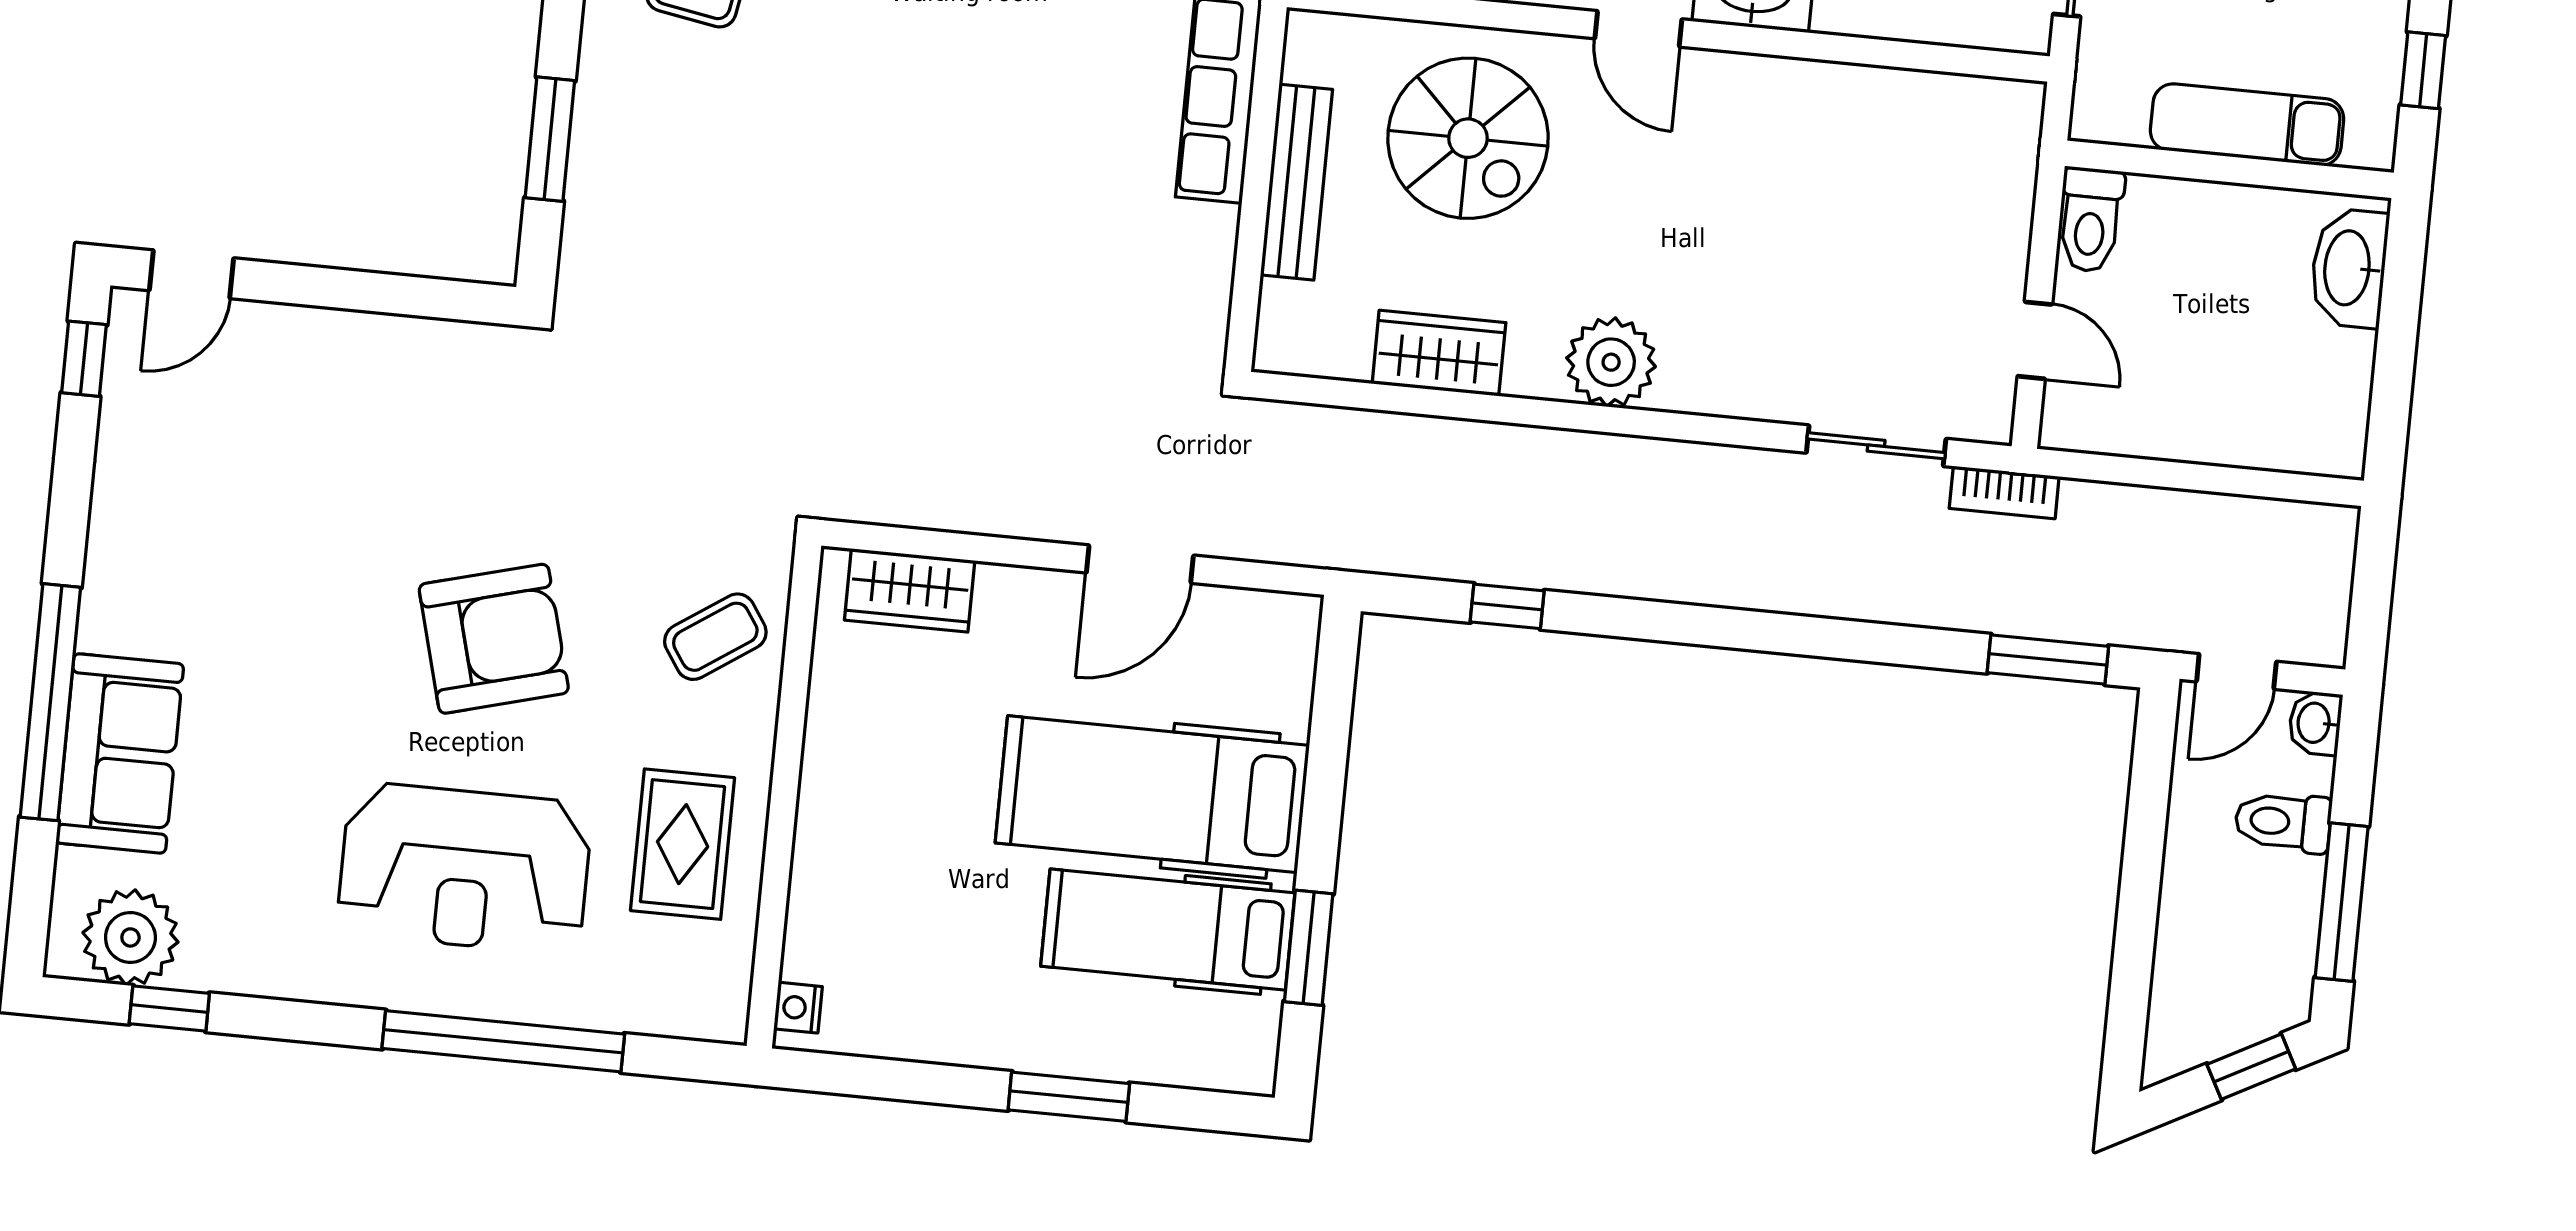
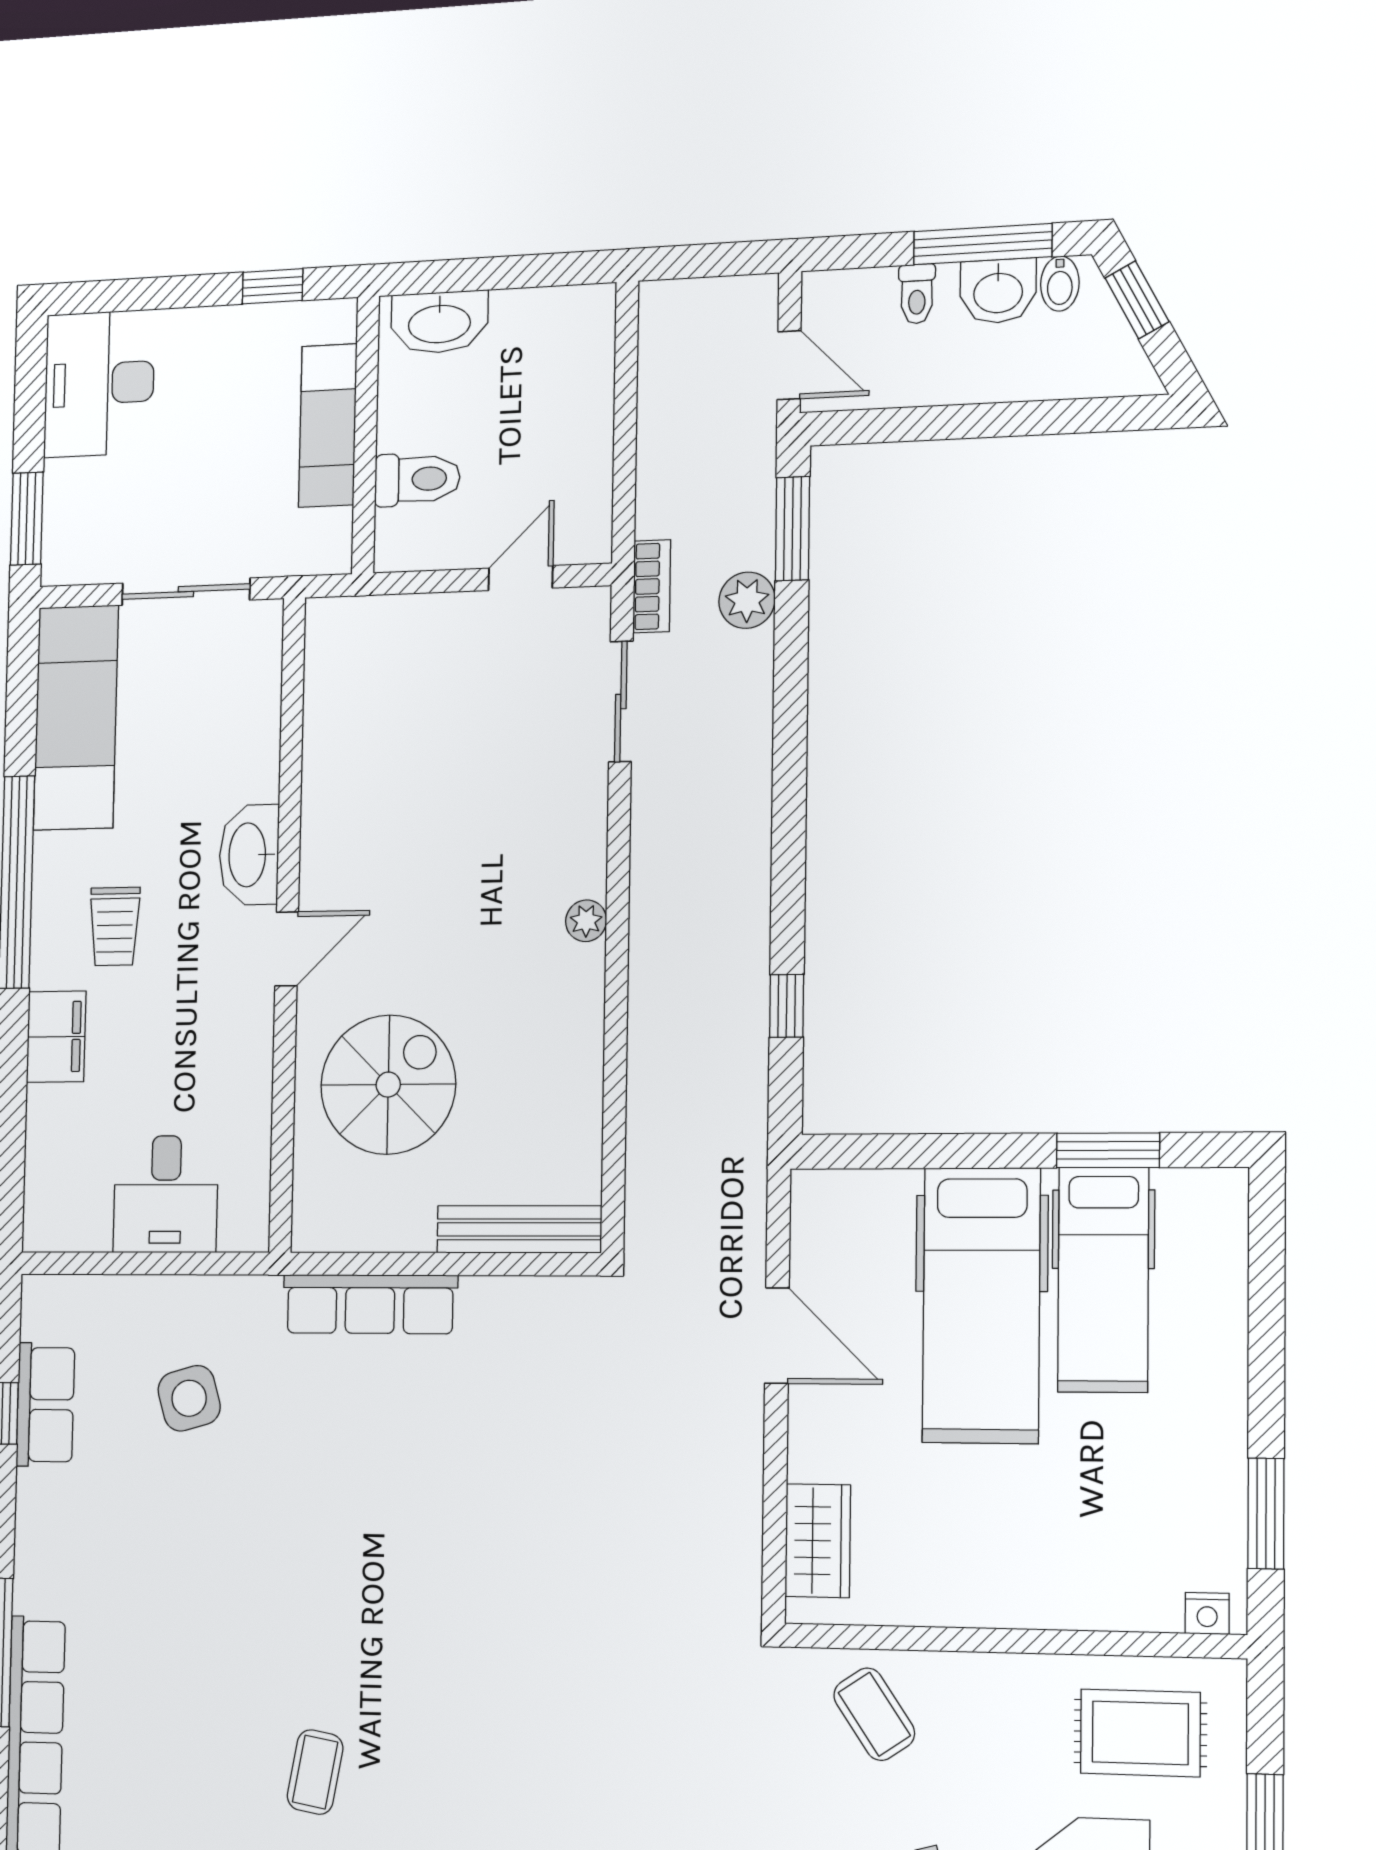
bench: (1296, 182) -> (519, 1229), moved
toilet: (2091, 220) -> (417, 479), moved
wardrobe: (1439, 353) -> (572, 1090), removed
plant: (1611, 362) -> (586, 921), width x0.53, depth x0.53
plant: (1973, 601) -> (747, 600), added
washbasin: (2315, 723) -> (998, 291), moved, width x1.38, depth x1.45
toilet: (2283, 822) -> (917, 294), width x0.73, depth x0.72
rug: (683, 844) -> (1140, 1733), moved
bidet: (2283, 984) -> (1060, 284), added
window: (1069, 1097) -> (1266, 1513), moved

